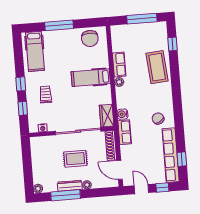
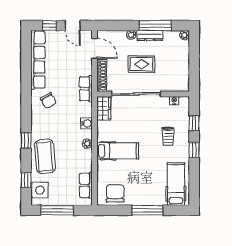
side table: (159, 36) -> (40, 190), added
row of seats: (119, 64) -> (86, 185), moved
water cooler: (122, 114) -> (86, 123), moved
window: (182, 159) -> (26, 141), moved

